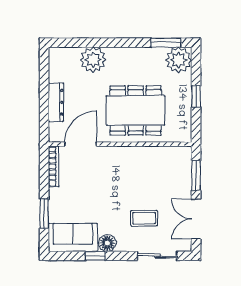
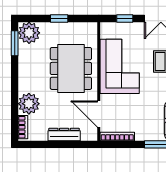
bookcase: (65, 53) -> (23, 127), added
corner sofa: (138, 169) -> (120, 66), added
window: (196, 175) -> (125, 18), width x0.67

